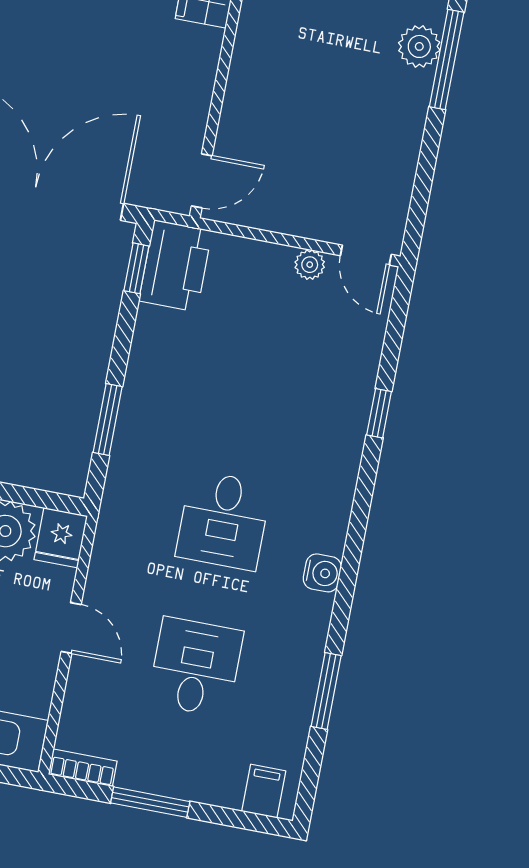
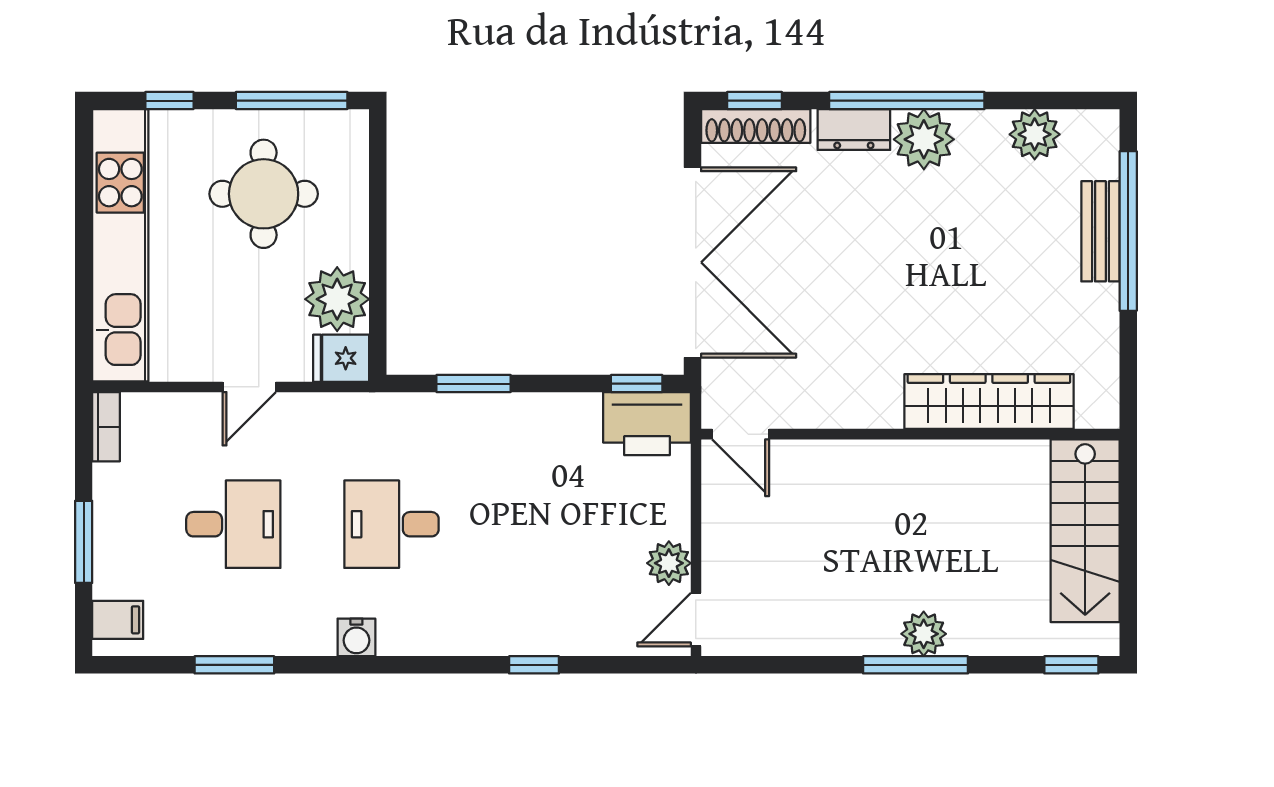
plant: (310, 265) -> (669, 563), width x1.38, depth x1.38
window: (150, 802) -> (84, 542), moved

